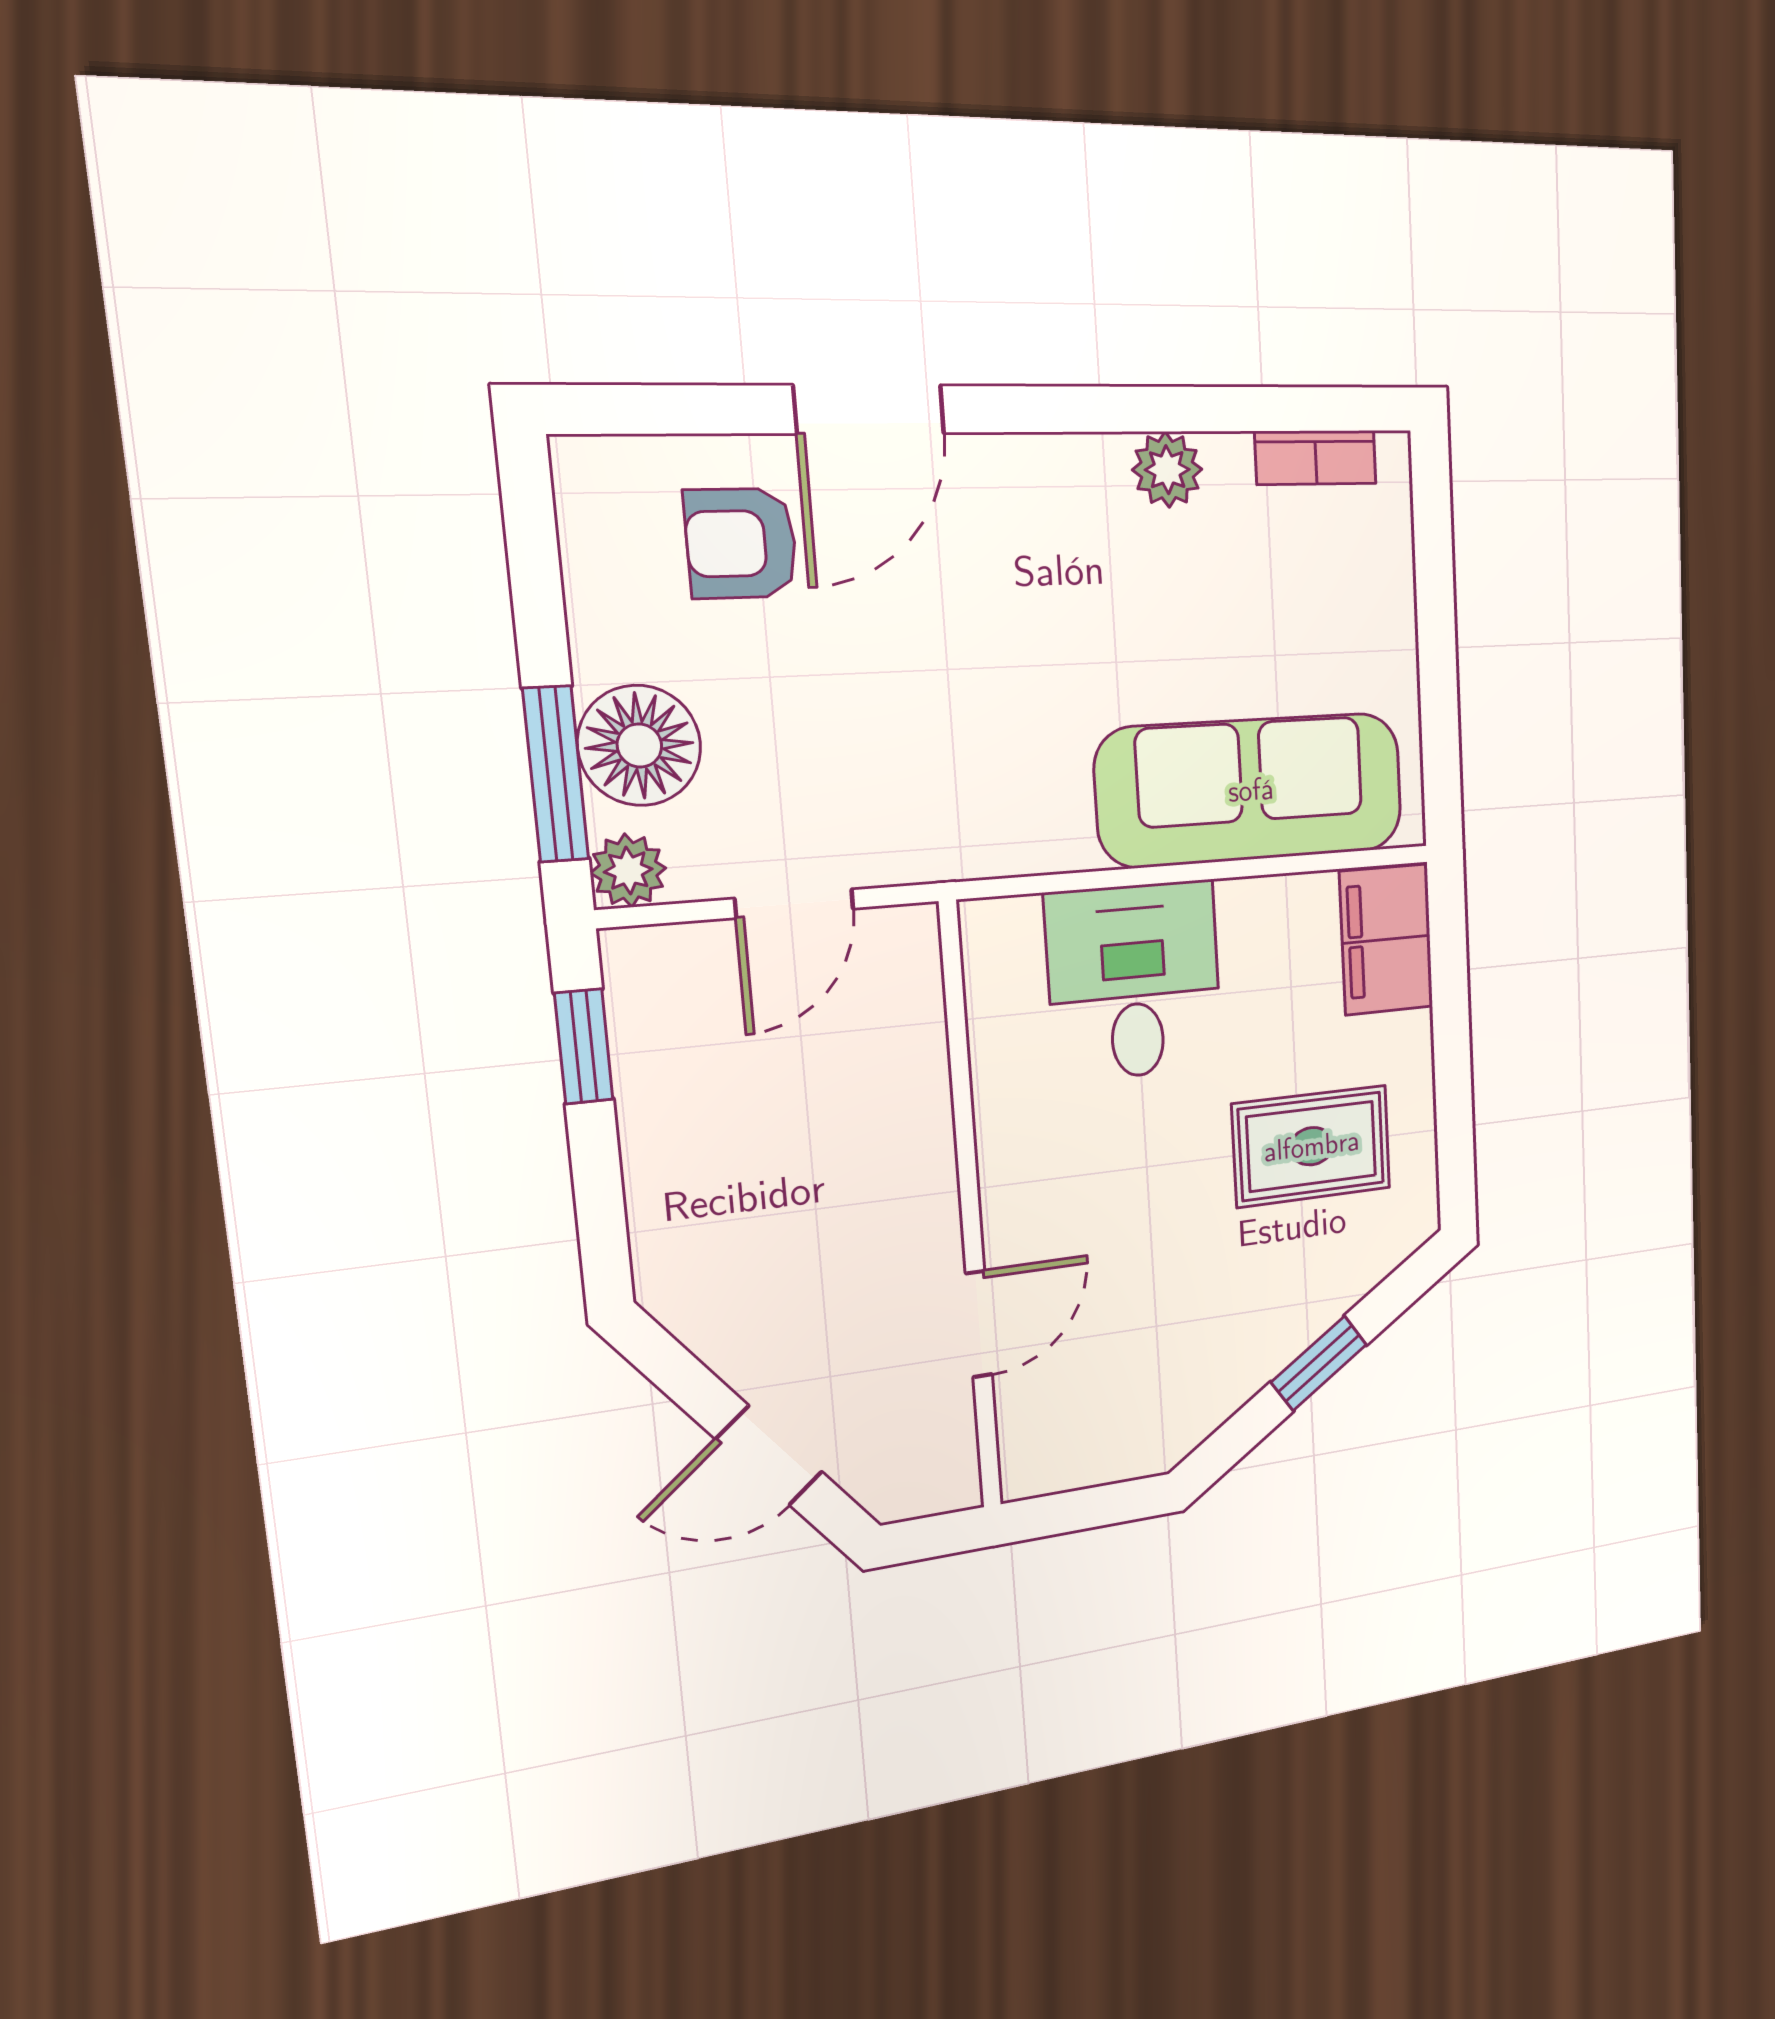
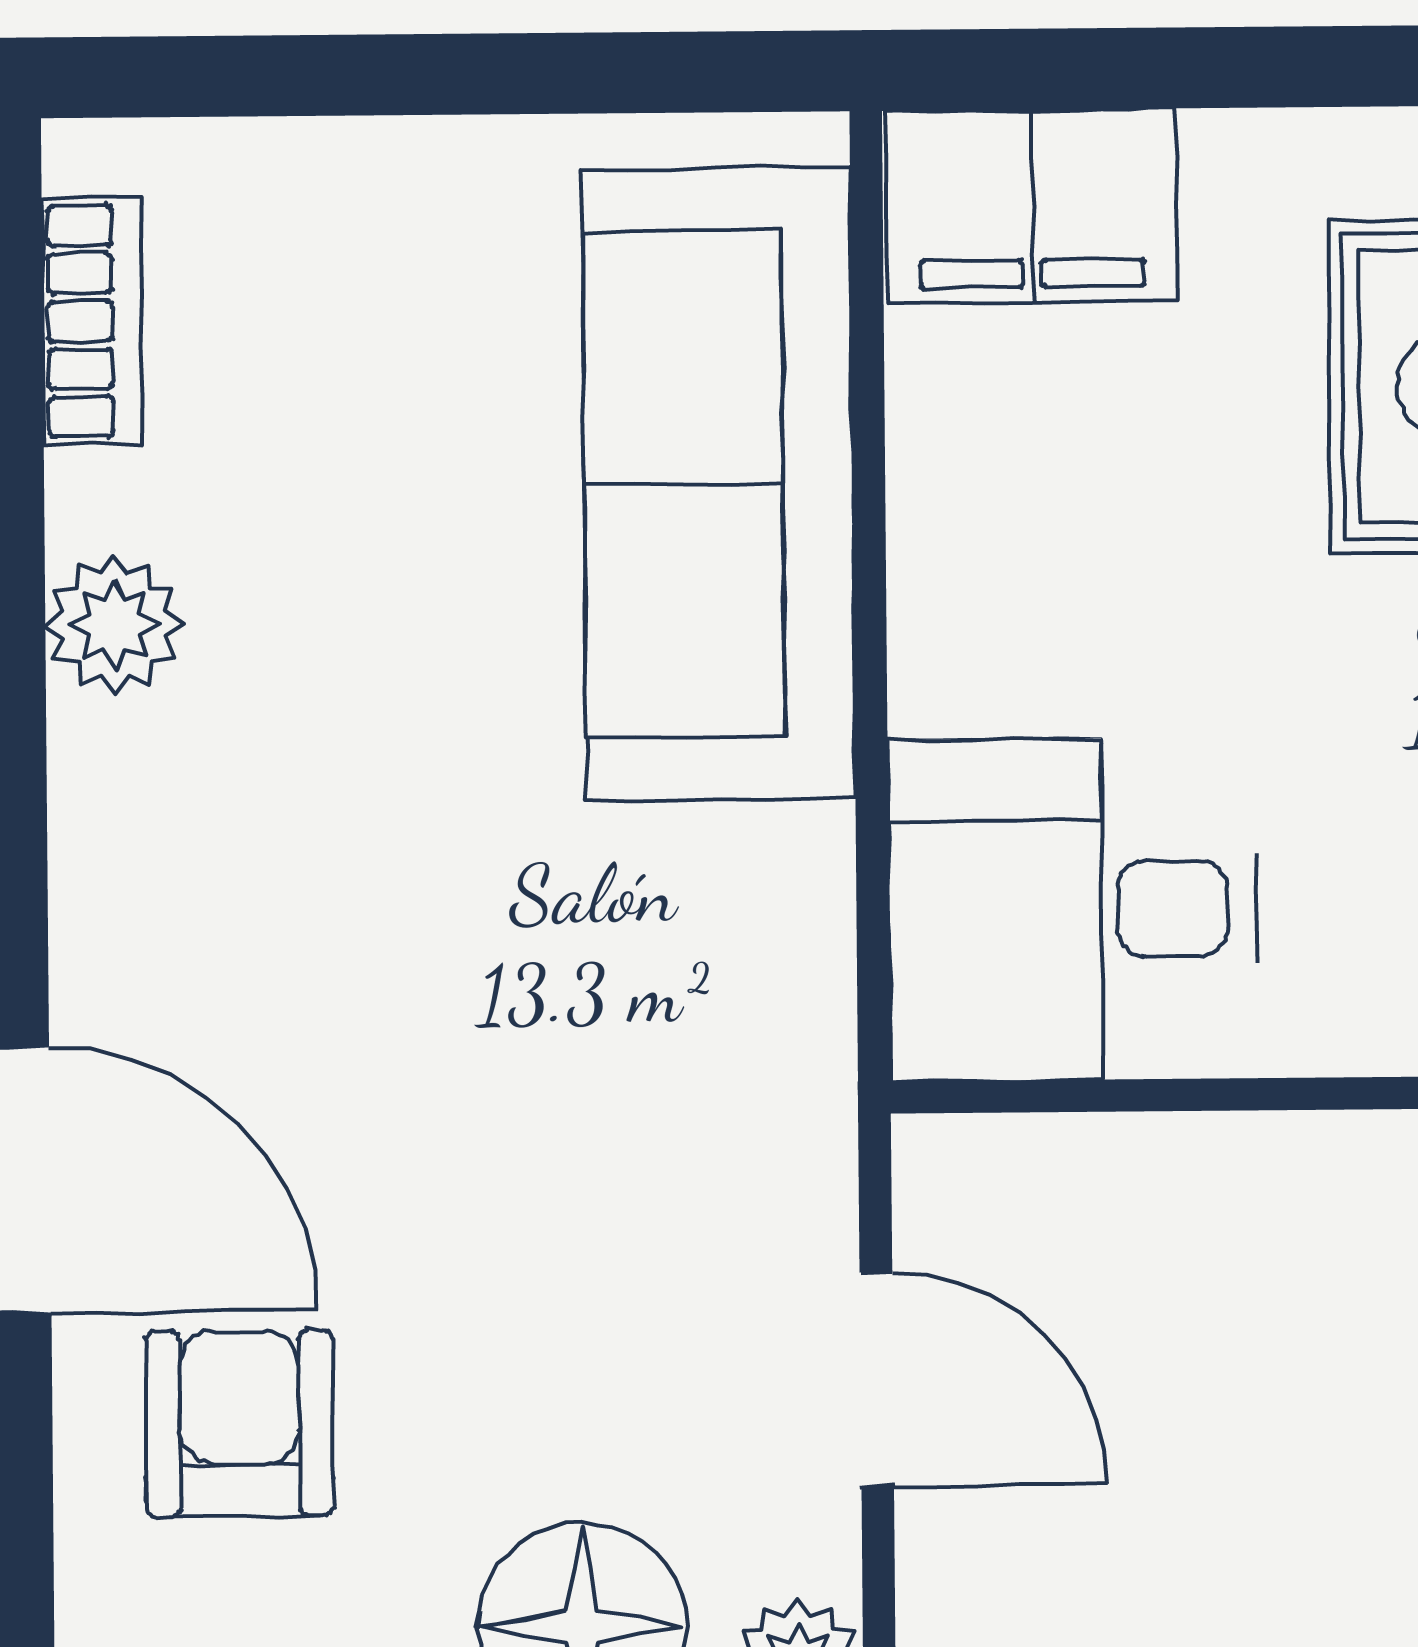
armchair: (741, 543) -> (240, 1424), turned 180
desk: (1134, 981) -> (1073, 909), moved

